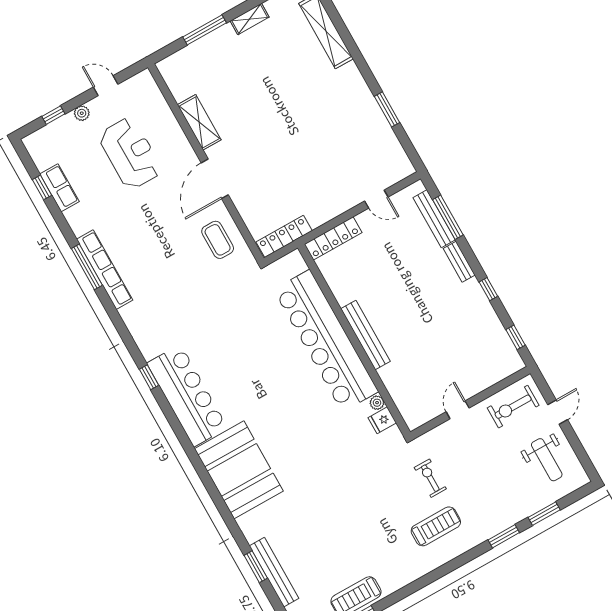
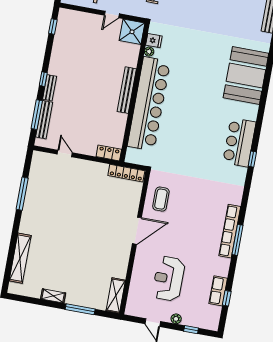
window: (387, 109) -> (22, 194), width x1.44
shelving: (199, 122) -> (116, 296), moved
locker: (333, 238) -> (109, 153), width x0.66
window: (488, 289) -> (43, 79), moved
bar counter: (187, 395) -> (239, 142), width x0.73
shower: (417, 409) -> (132, 32), added

